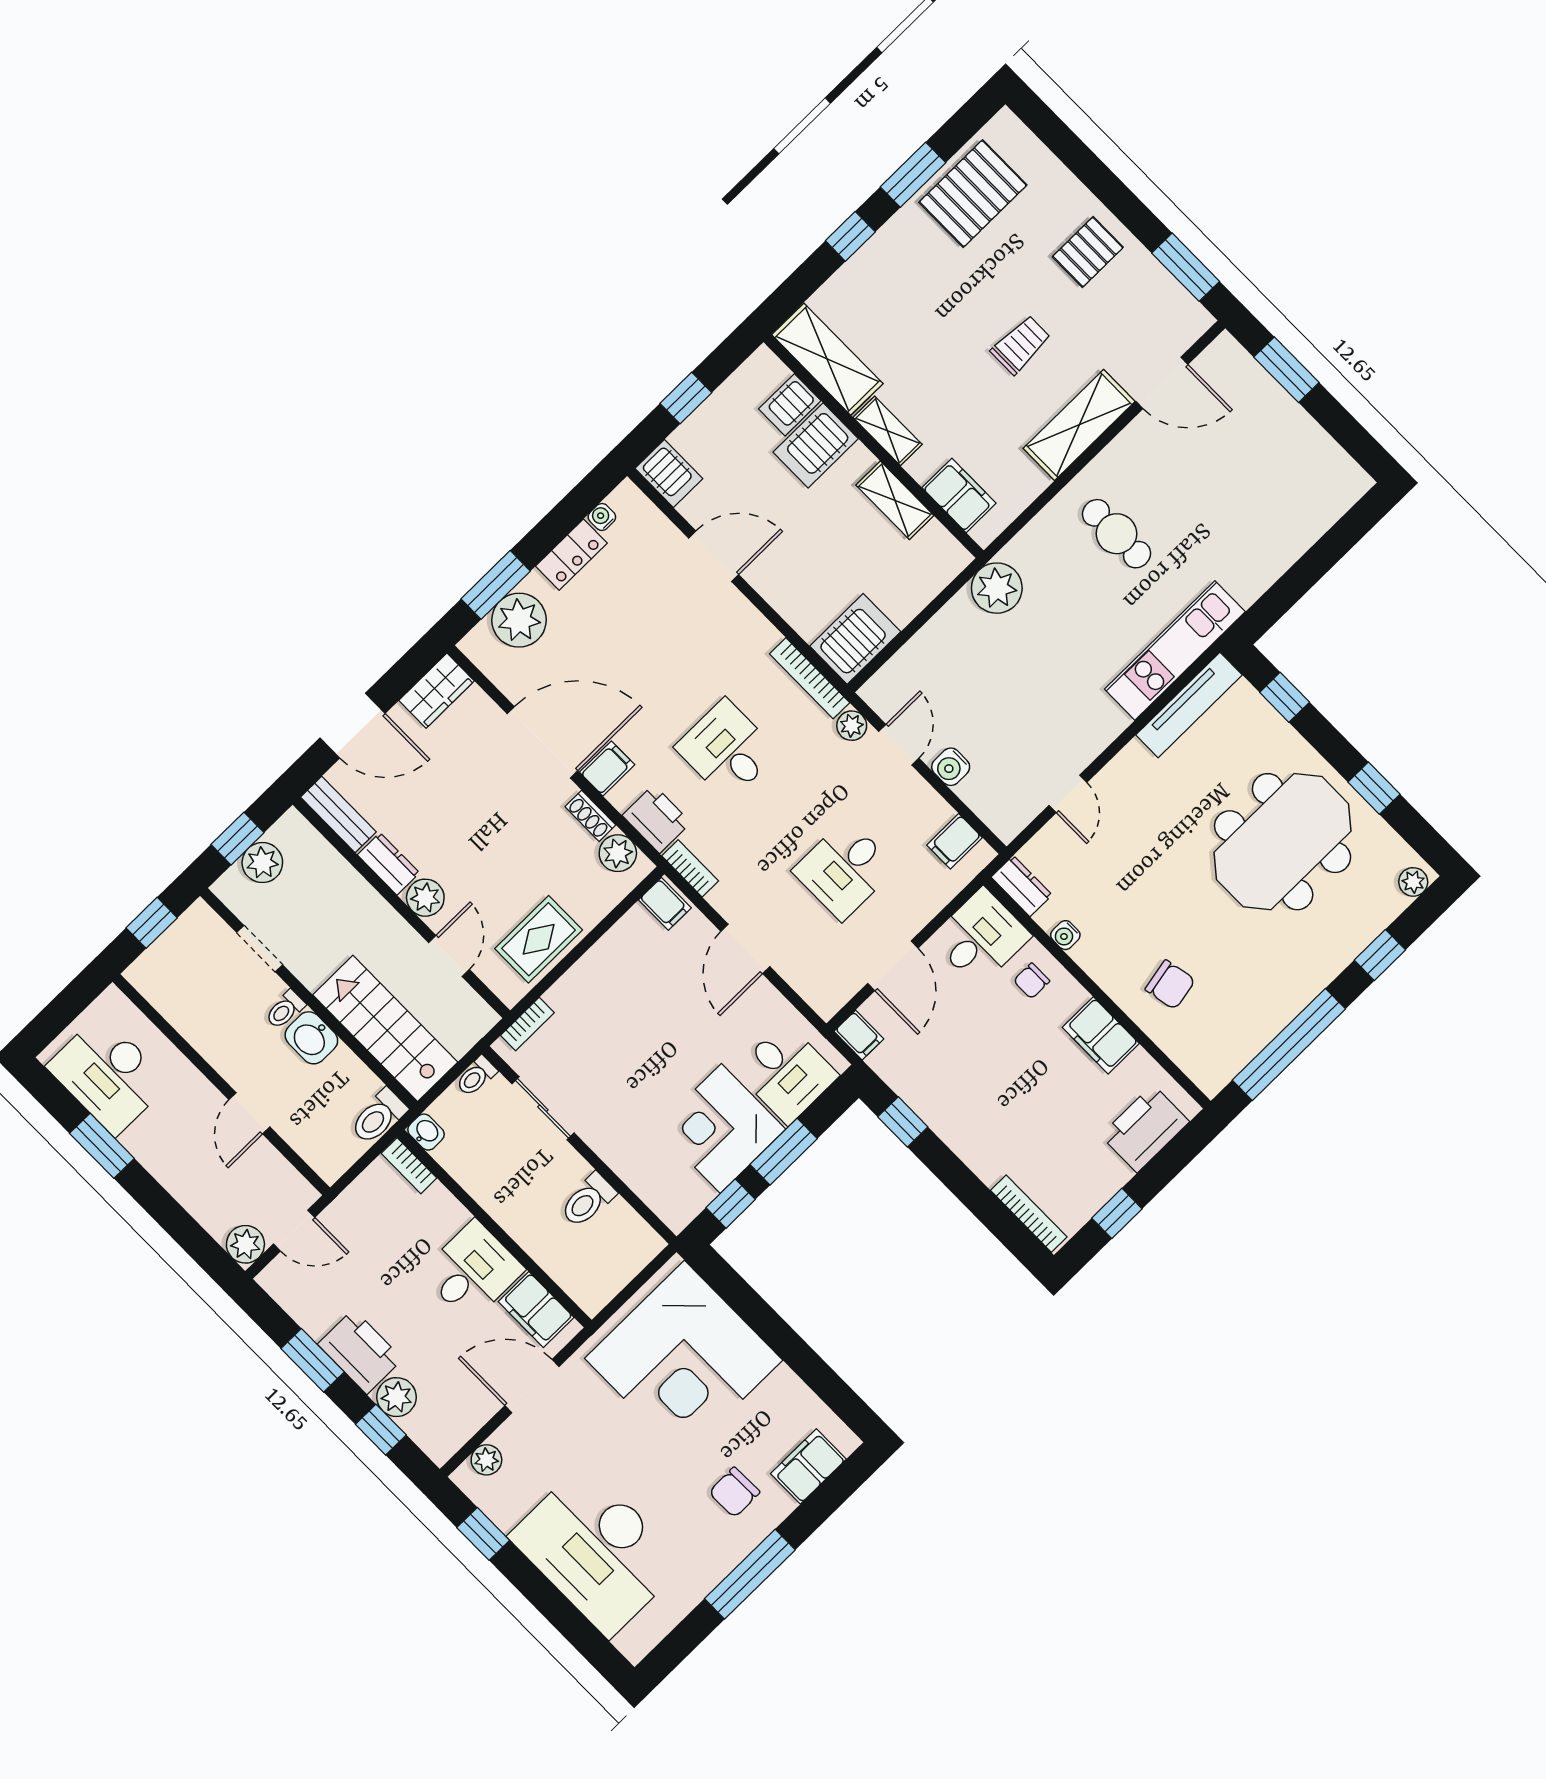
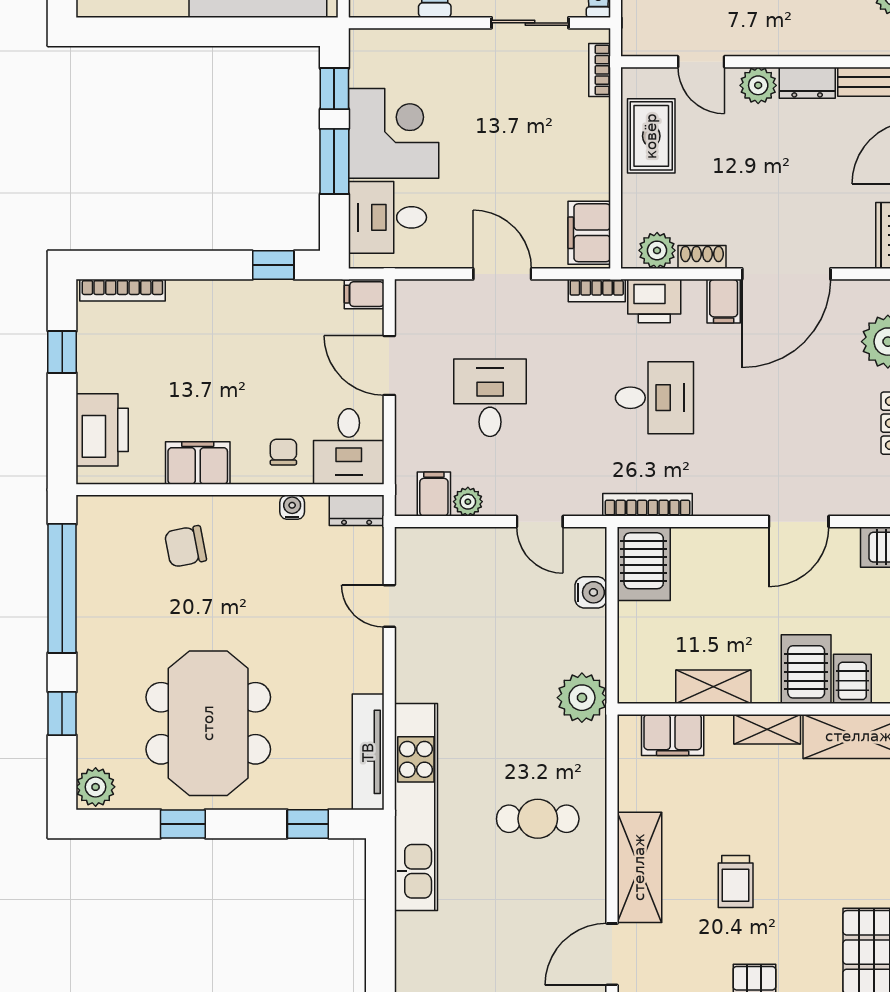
kitchen unit: (1175, 650) -> (416, 807), width x1.36
plant: (852, 726) -> (468, 502), moved
water cooler: (951, 767) -> (591, 592), moved, turned 90
plant: (1413, 882) -> (96, 787), width x1.38, depth x1.38
filing cabinet: (665, 904) -> (589, 233), width x2.00

